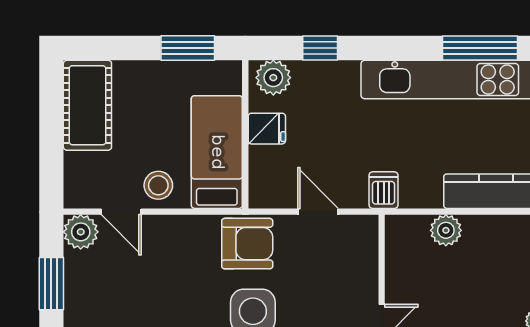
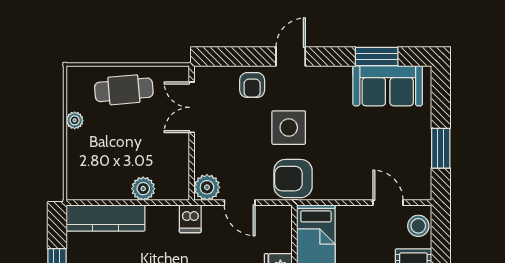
stool: (158, 185) -> (418, 226), moved
plant: (81, 232) -> (207, 187), moved

